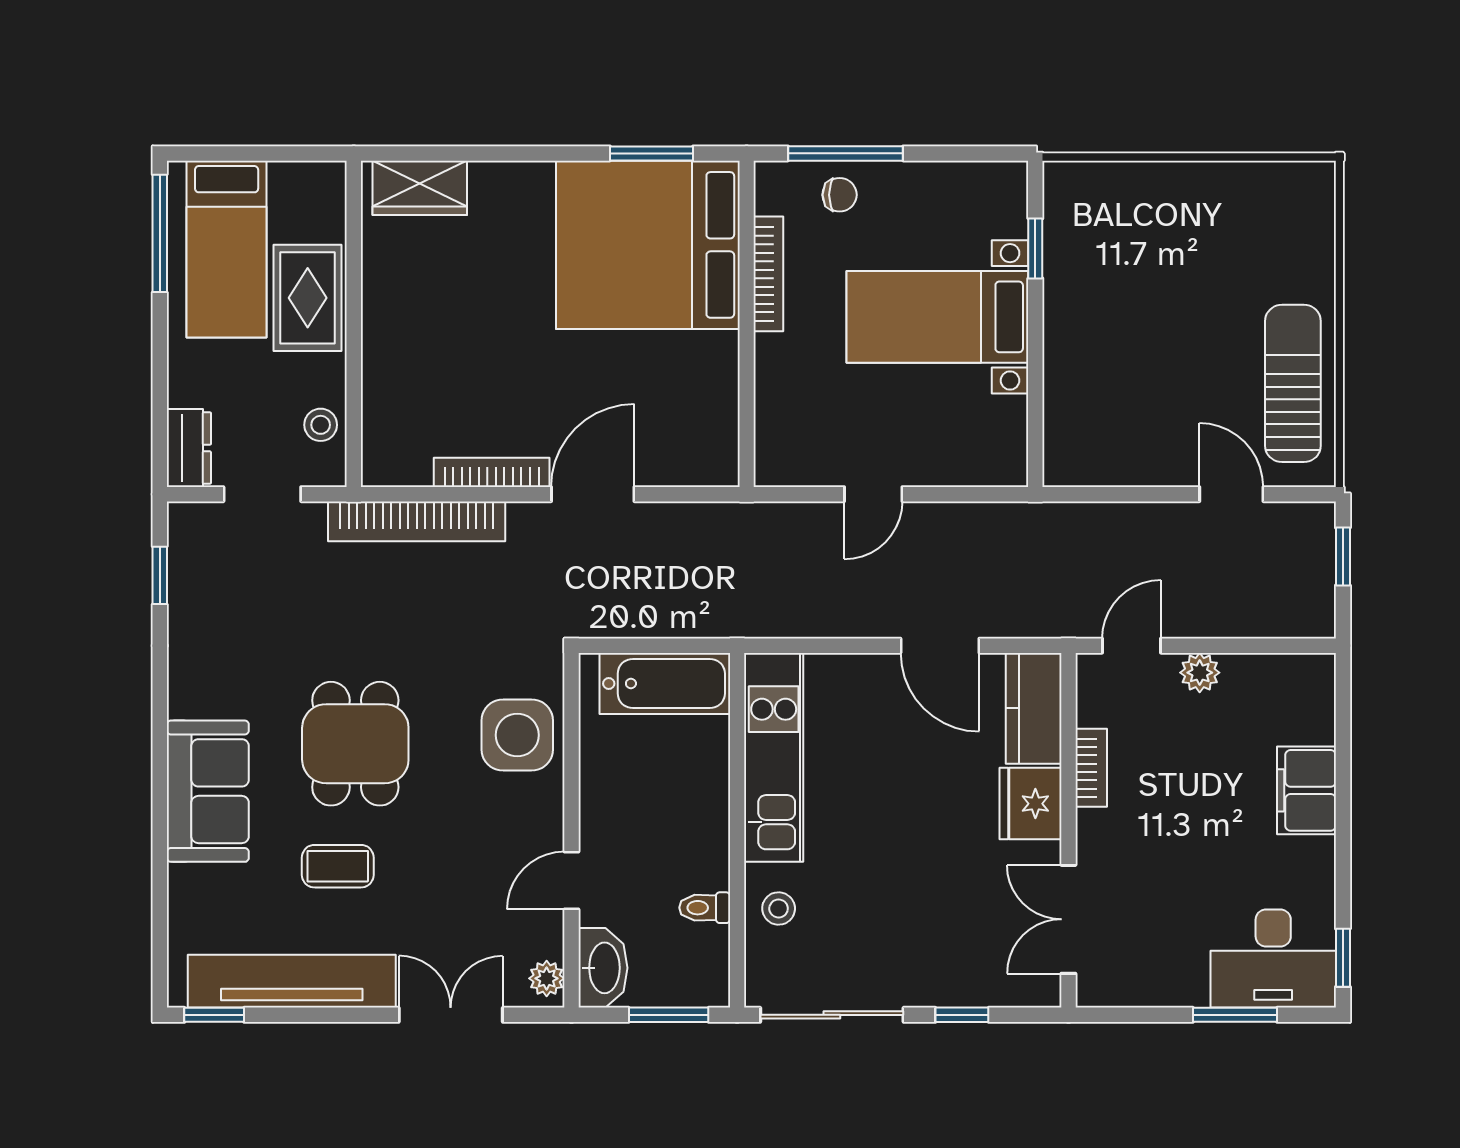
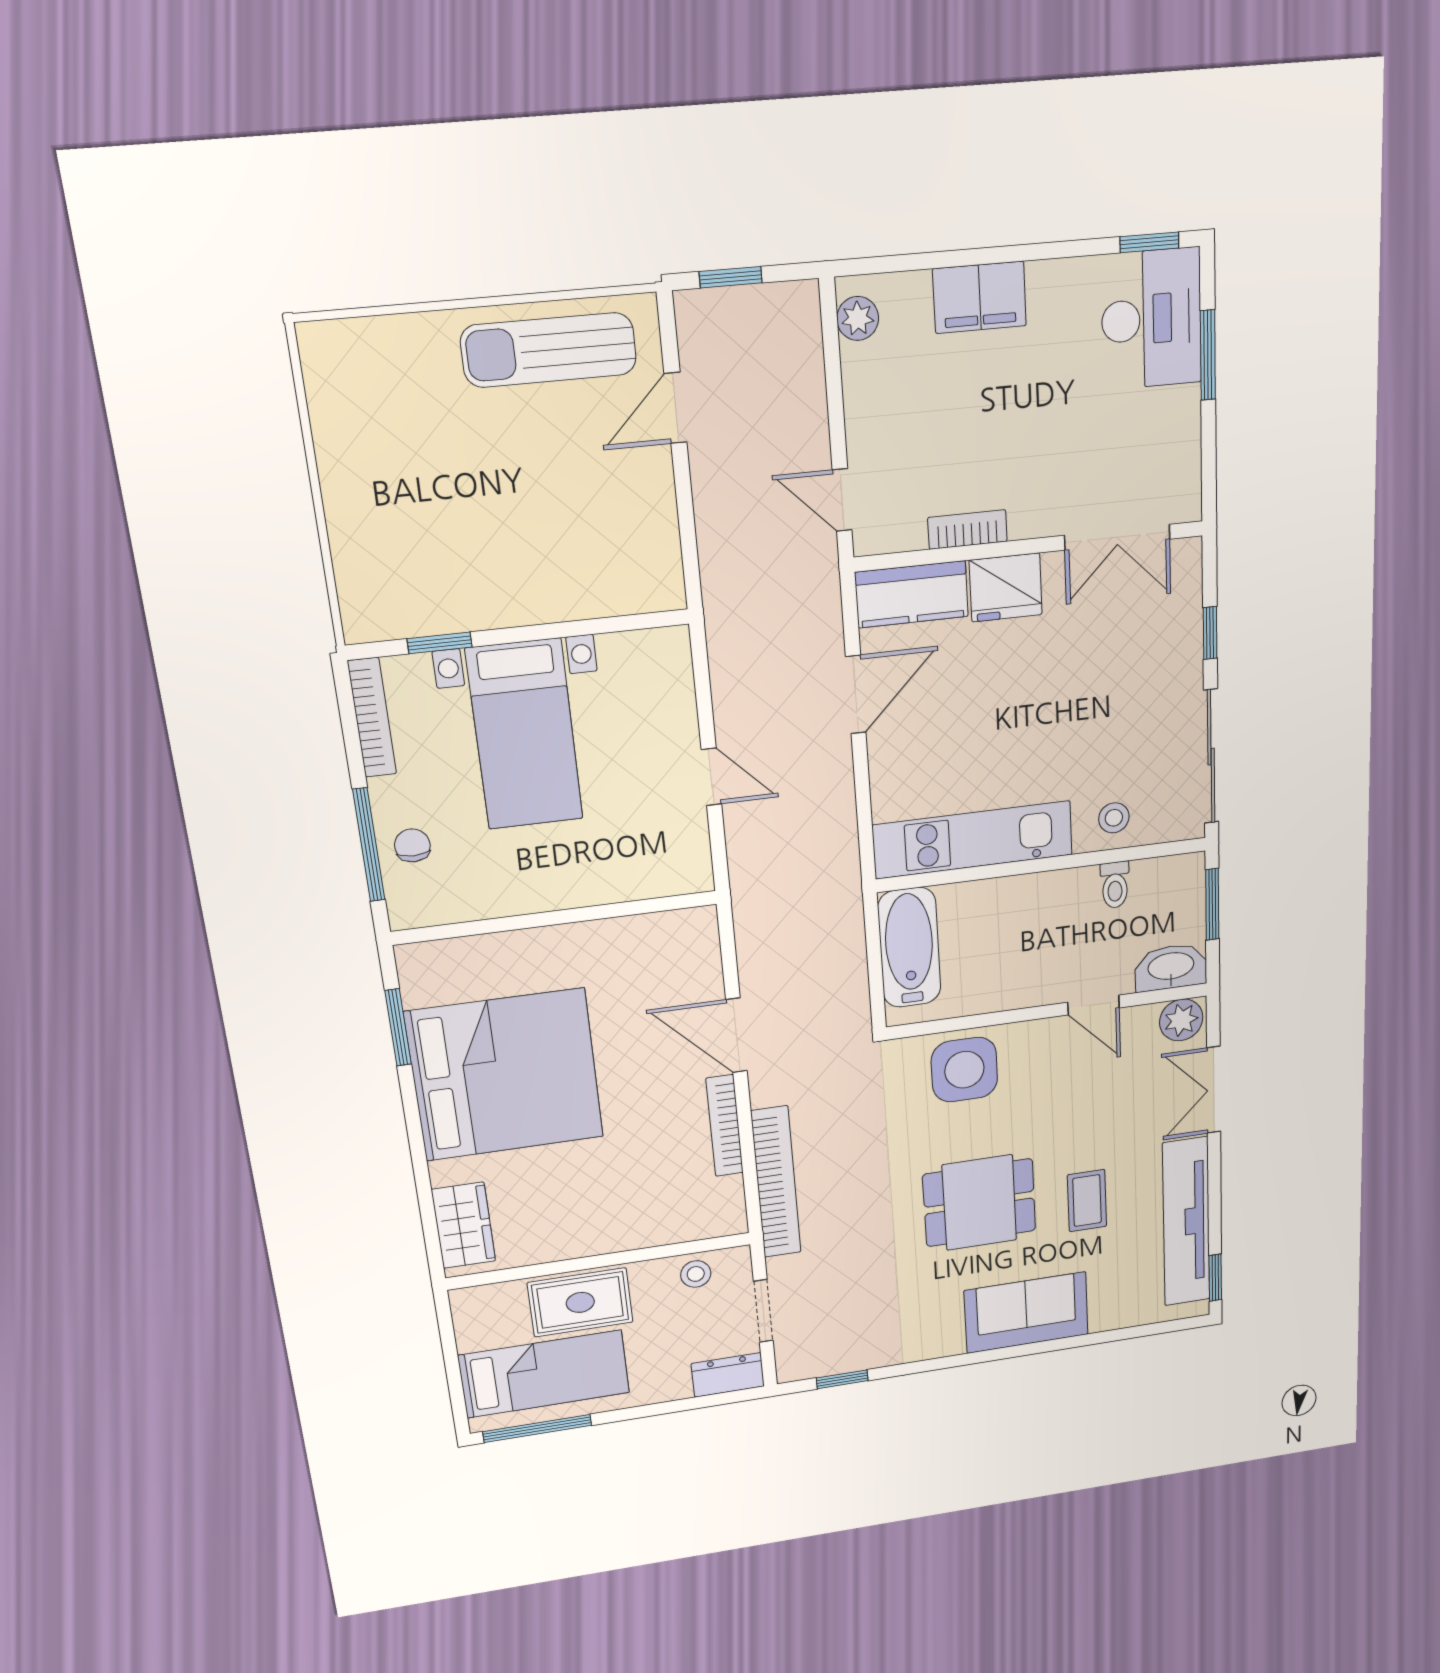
bed: (648, 245) -> (505, 1075), moved, turned -90
bookcase: (768, 274) -> (372, 718), moved, turned 90
plant: (1200, 673) -> (858, 318), moved
plant: (547, 978) -> (1181, 1020), width x1.38, depth x1.38

